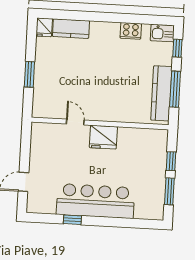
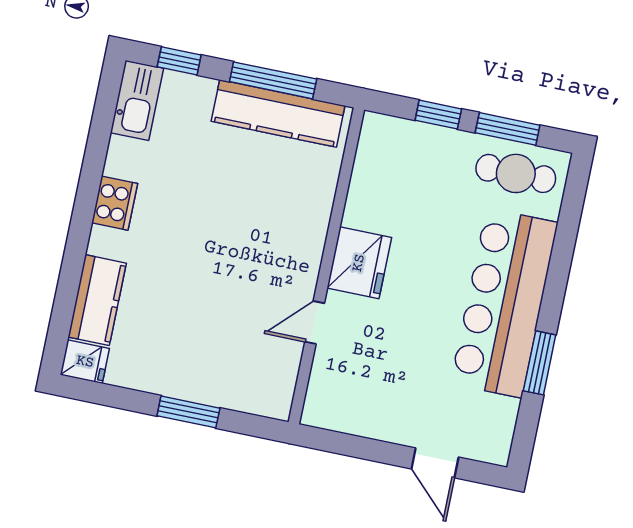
cooker: (131, 31) -> (115, 203), moved
kitchen sink: (162, 33) -> (137, 100), width x1.38
cafe table: (151, 198) -> (516, 173), added
window: (72, 220) -> (540, 363), width x1.50

